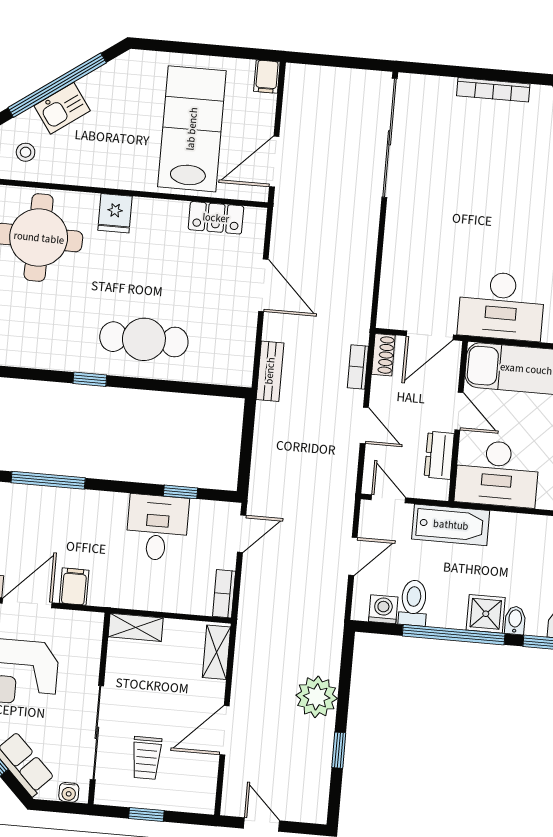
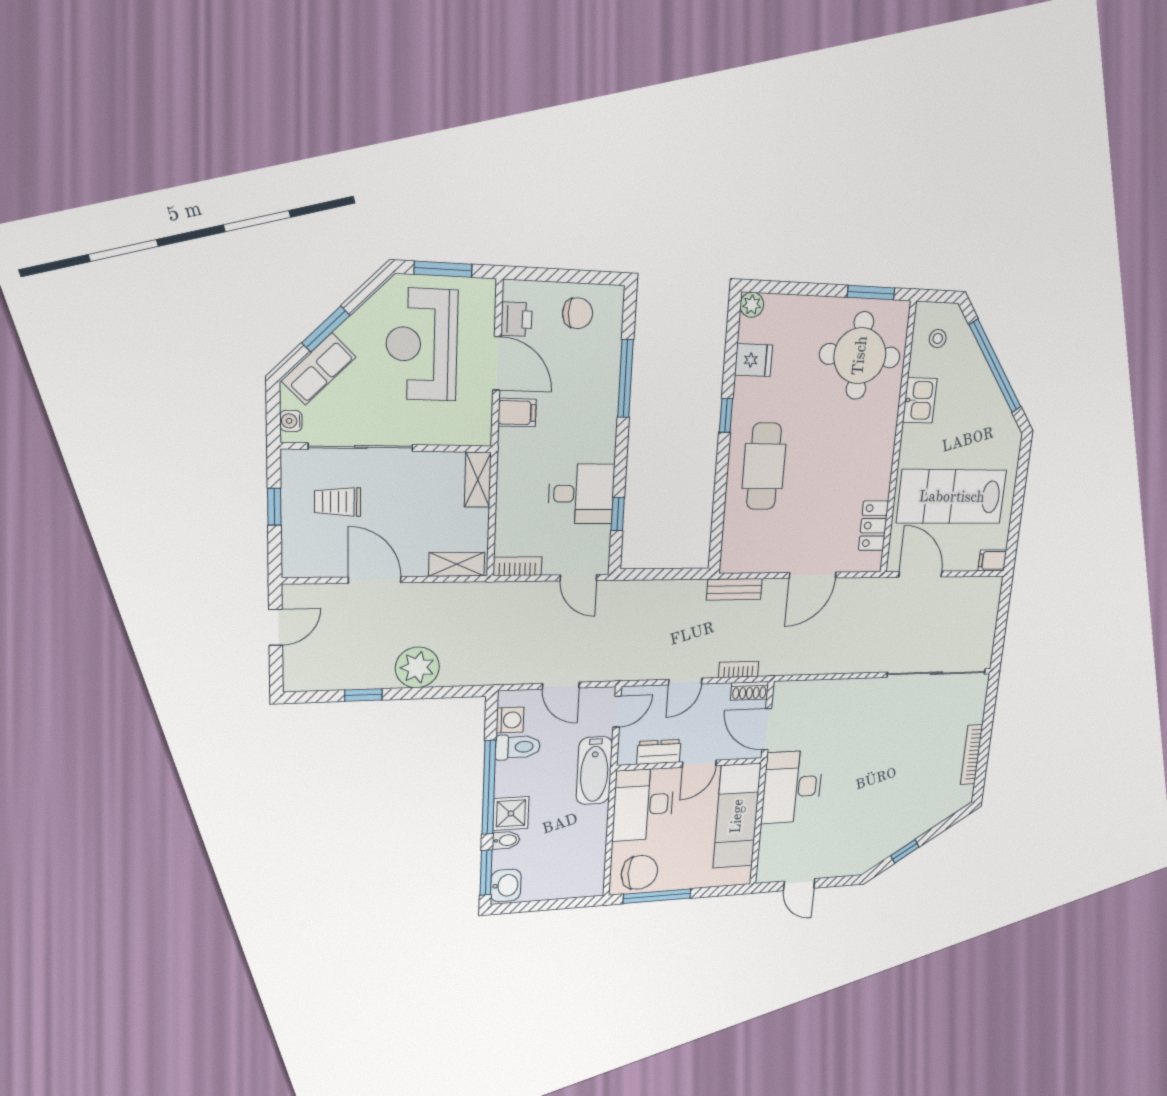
kitchen sink: (62, 108) -> (920, 400), moved, turned -145
lab bench: (192, 129) -> (952, 497), turned 180
fridge: (115, 213) -> (754, 360), moved, turned 180

